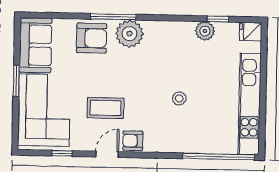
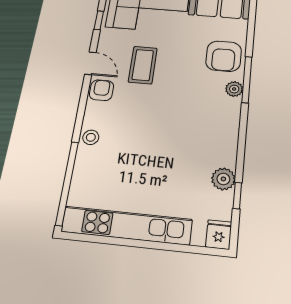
plant: (129, 34) -> (234, 89), width x0.53, depth x0.53
stool: (179, 98) -> (91, 137), moved

